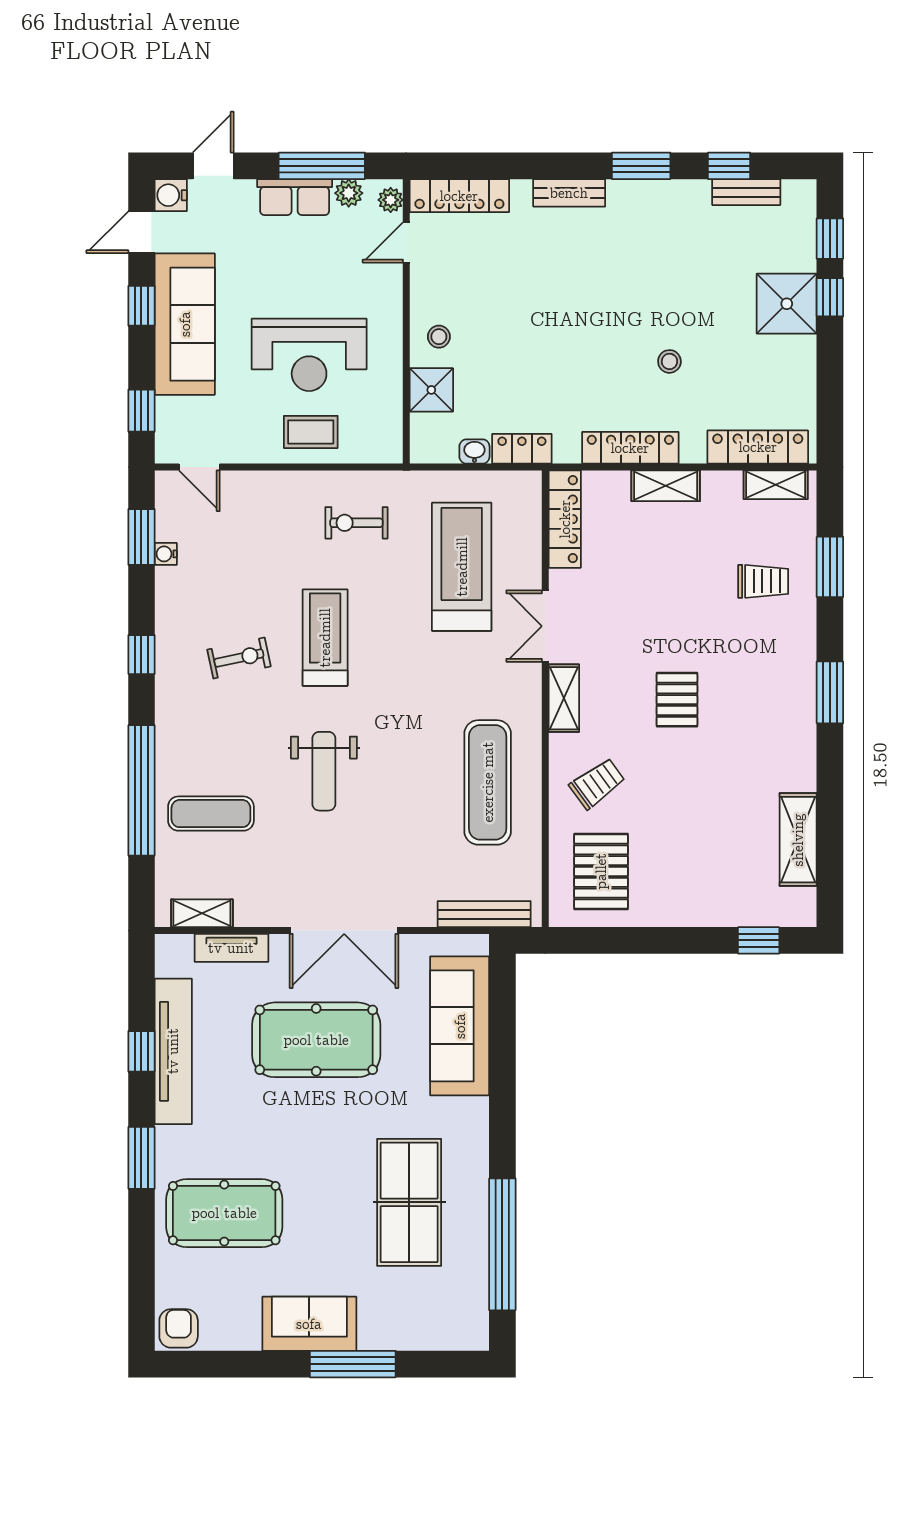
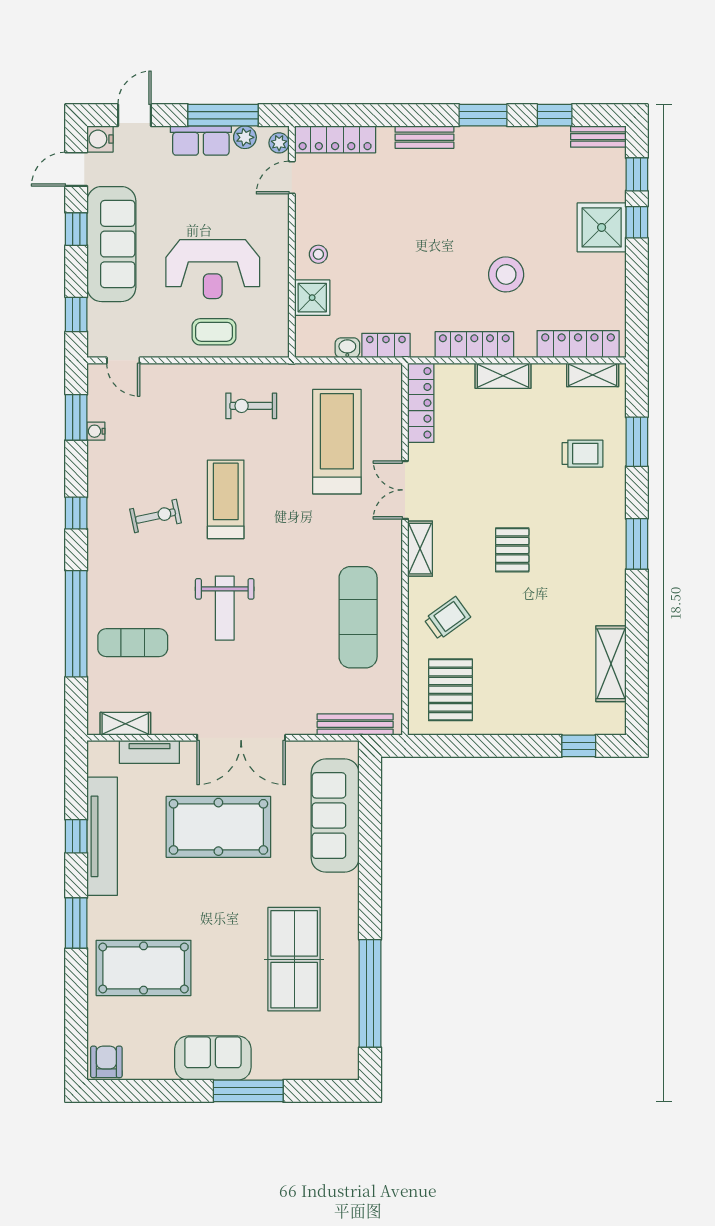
bench: (746, 192) -> (598, 137), moved
stool: (669, 361) -> (506, 274), width x1.89, depth x1.89

